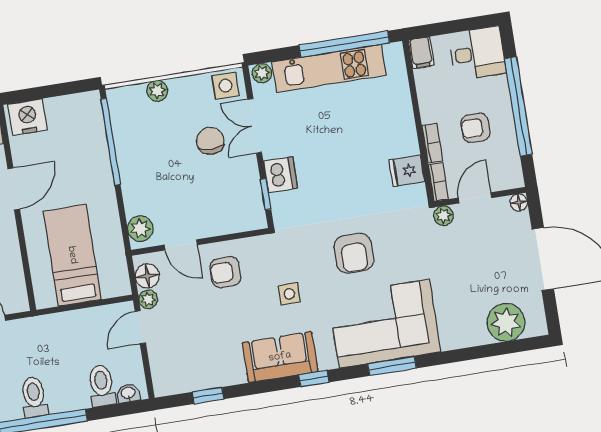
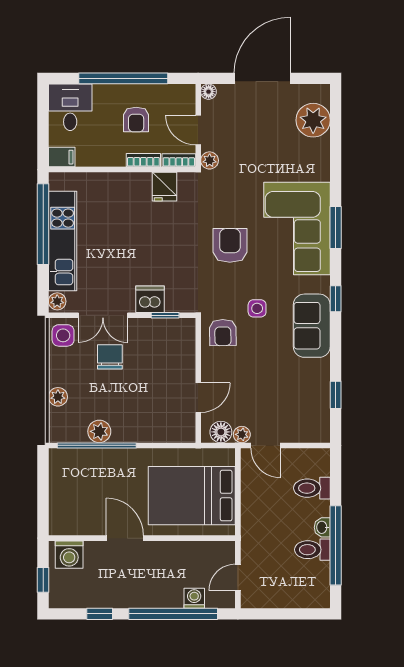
nightstand: (27, 117) -> (63, 516), removed
chair: (210, 141) -> (110, 357), turned 90
plant: (140, 229) -> (99, 431), moved
armchair: (354, 253) -> (230, 245), turned -90
bed: (72, 255) -> (192, 496), width x1.50
armchair: (225, 272) -> (223, 333), moved
washbasin: (128, 393) -> (322, 527), moved

